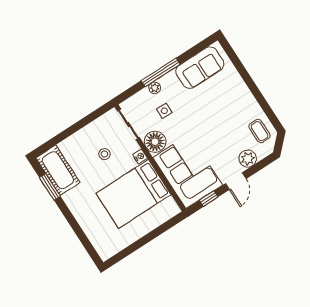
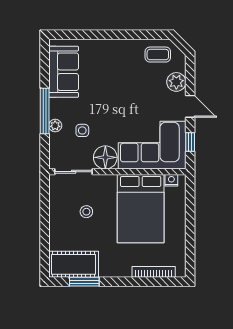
nightstand: (140, 156) -> (171, 180), moved
bookcase: (92, 235) -> (154, 272), added

